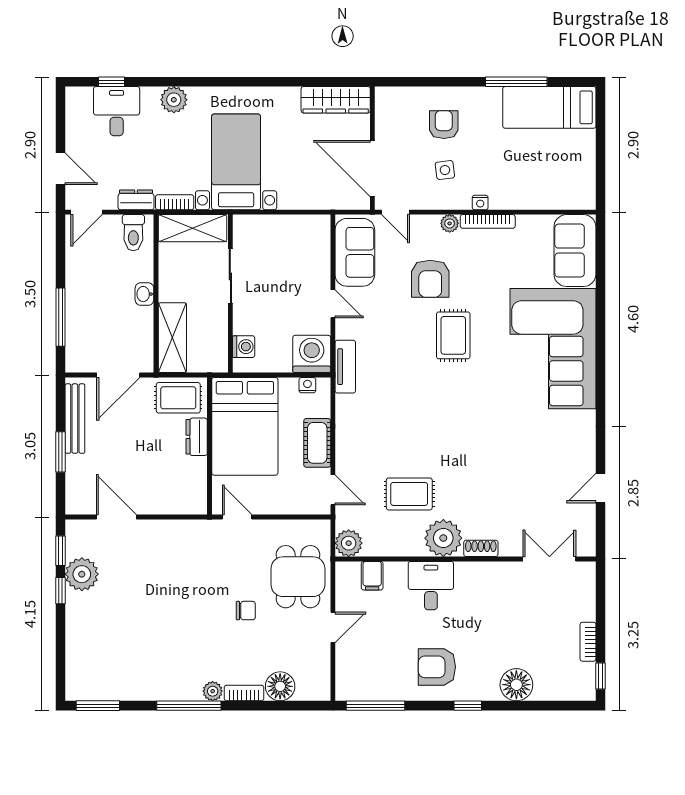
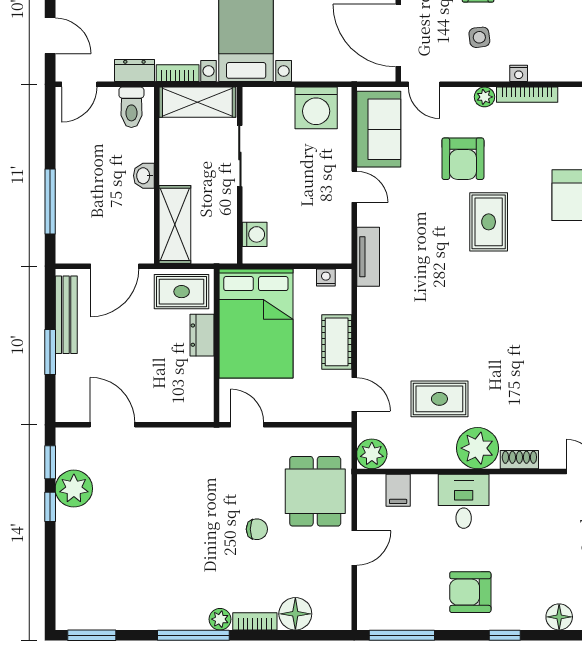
washing machine: (312, 354) -> (316, 108), moved, turned 180
floor lamp: (516, 685) -> (559, 617), width x0.73, depth x0.73

